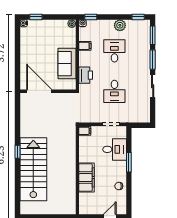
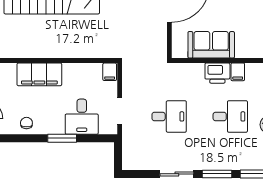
printer: (86, 75) -> (217, 73), moved
desk: (114, 91) -> (169, 116), turned 180

